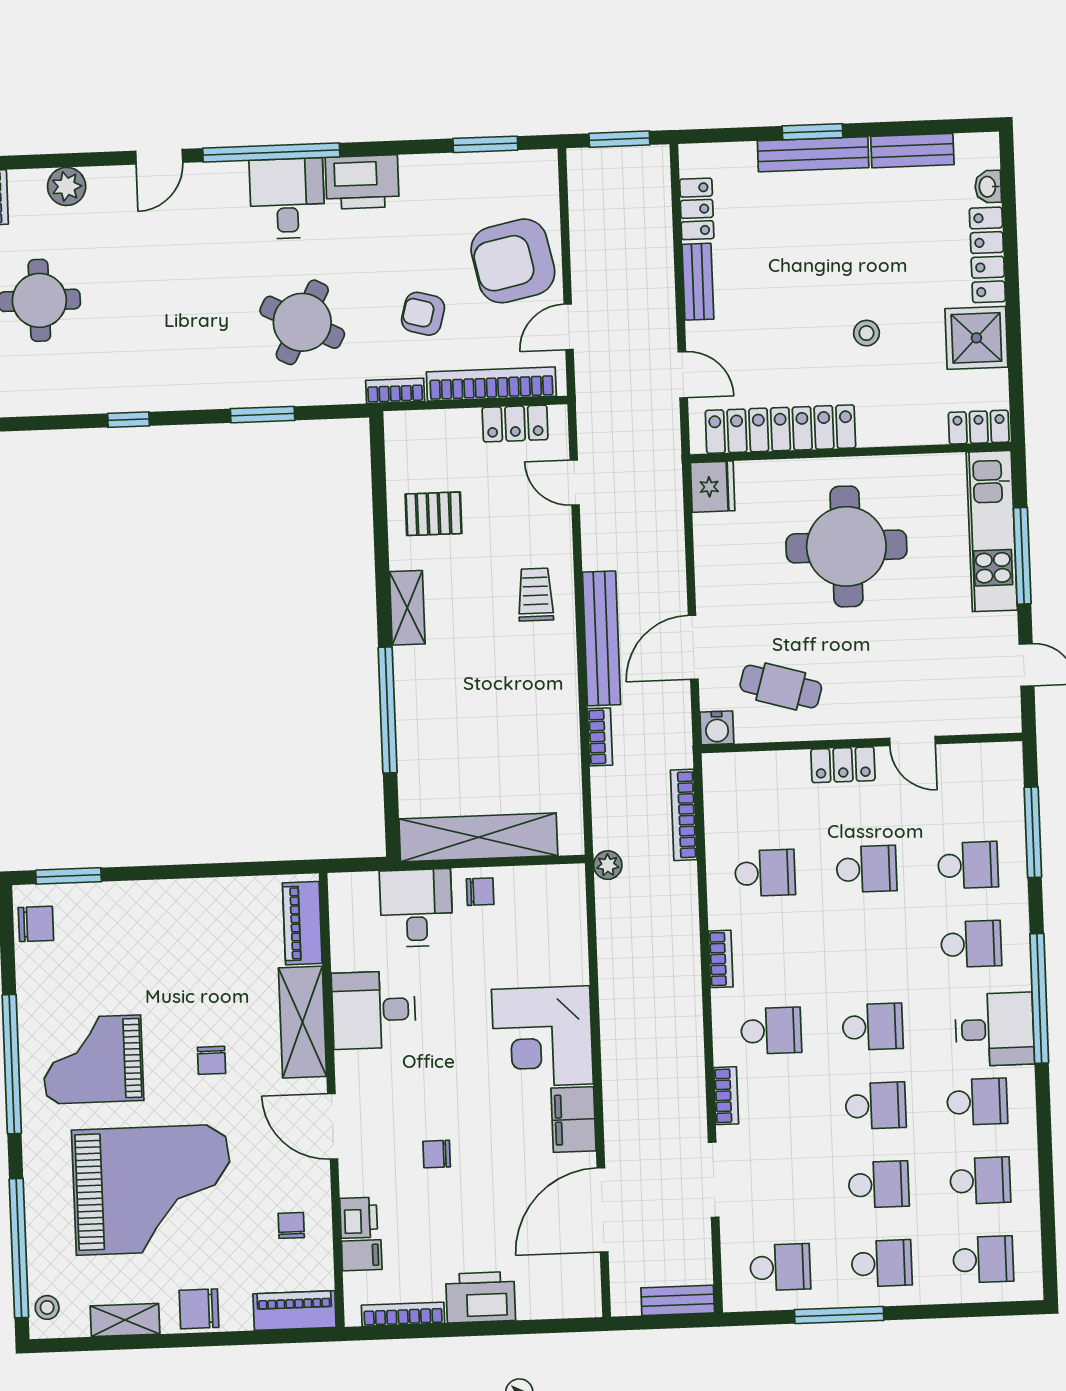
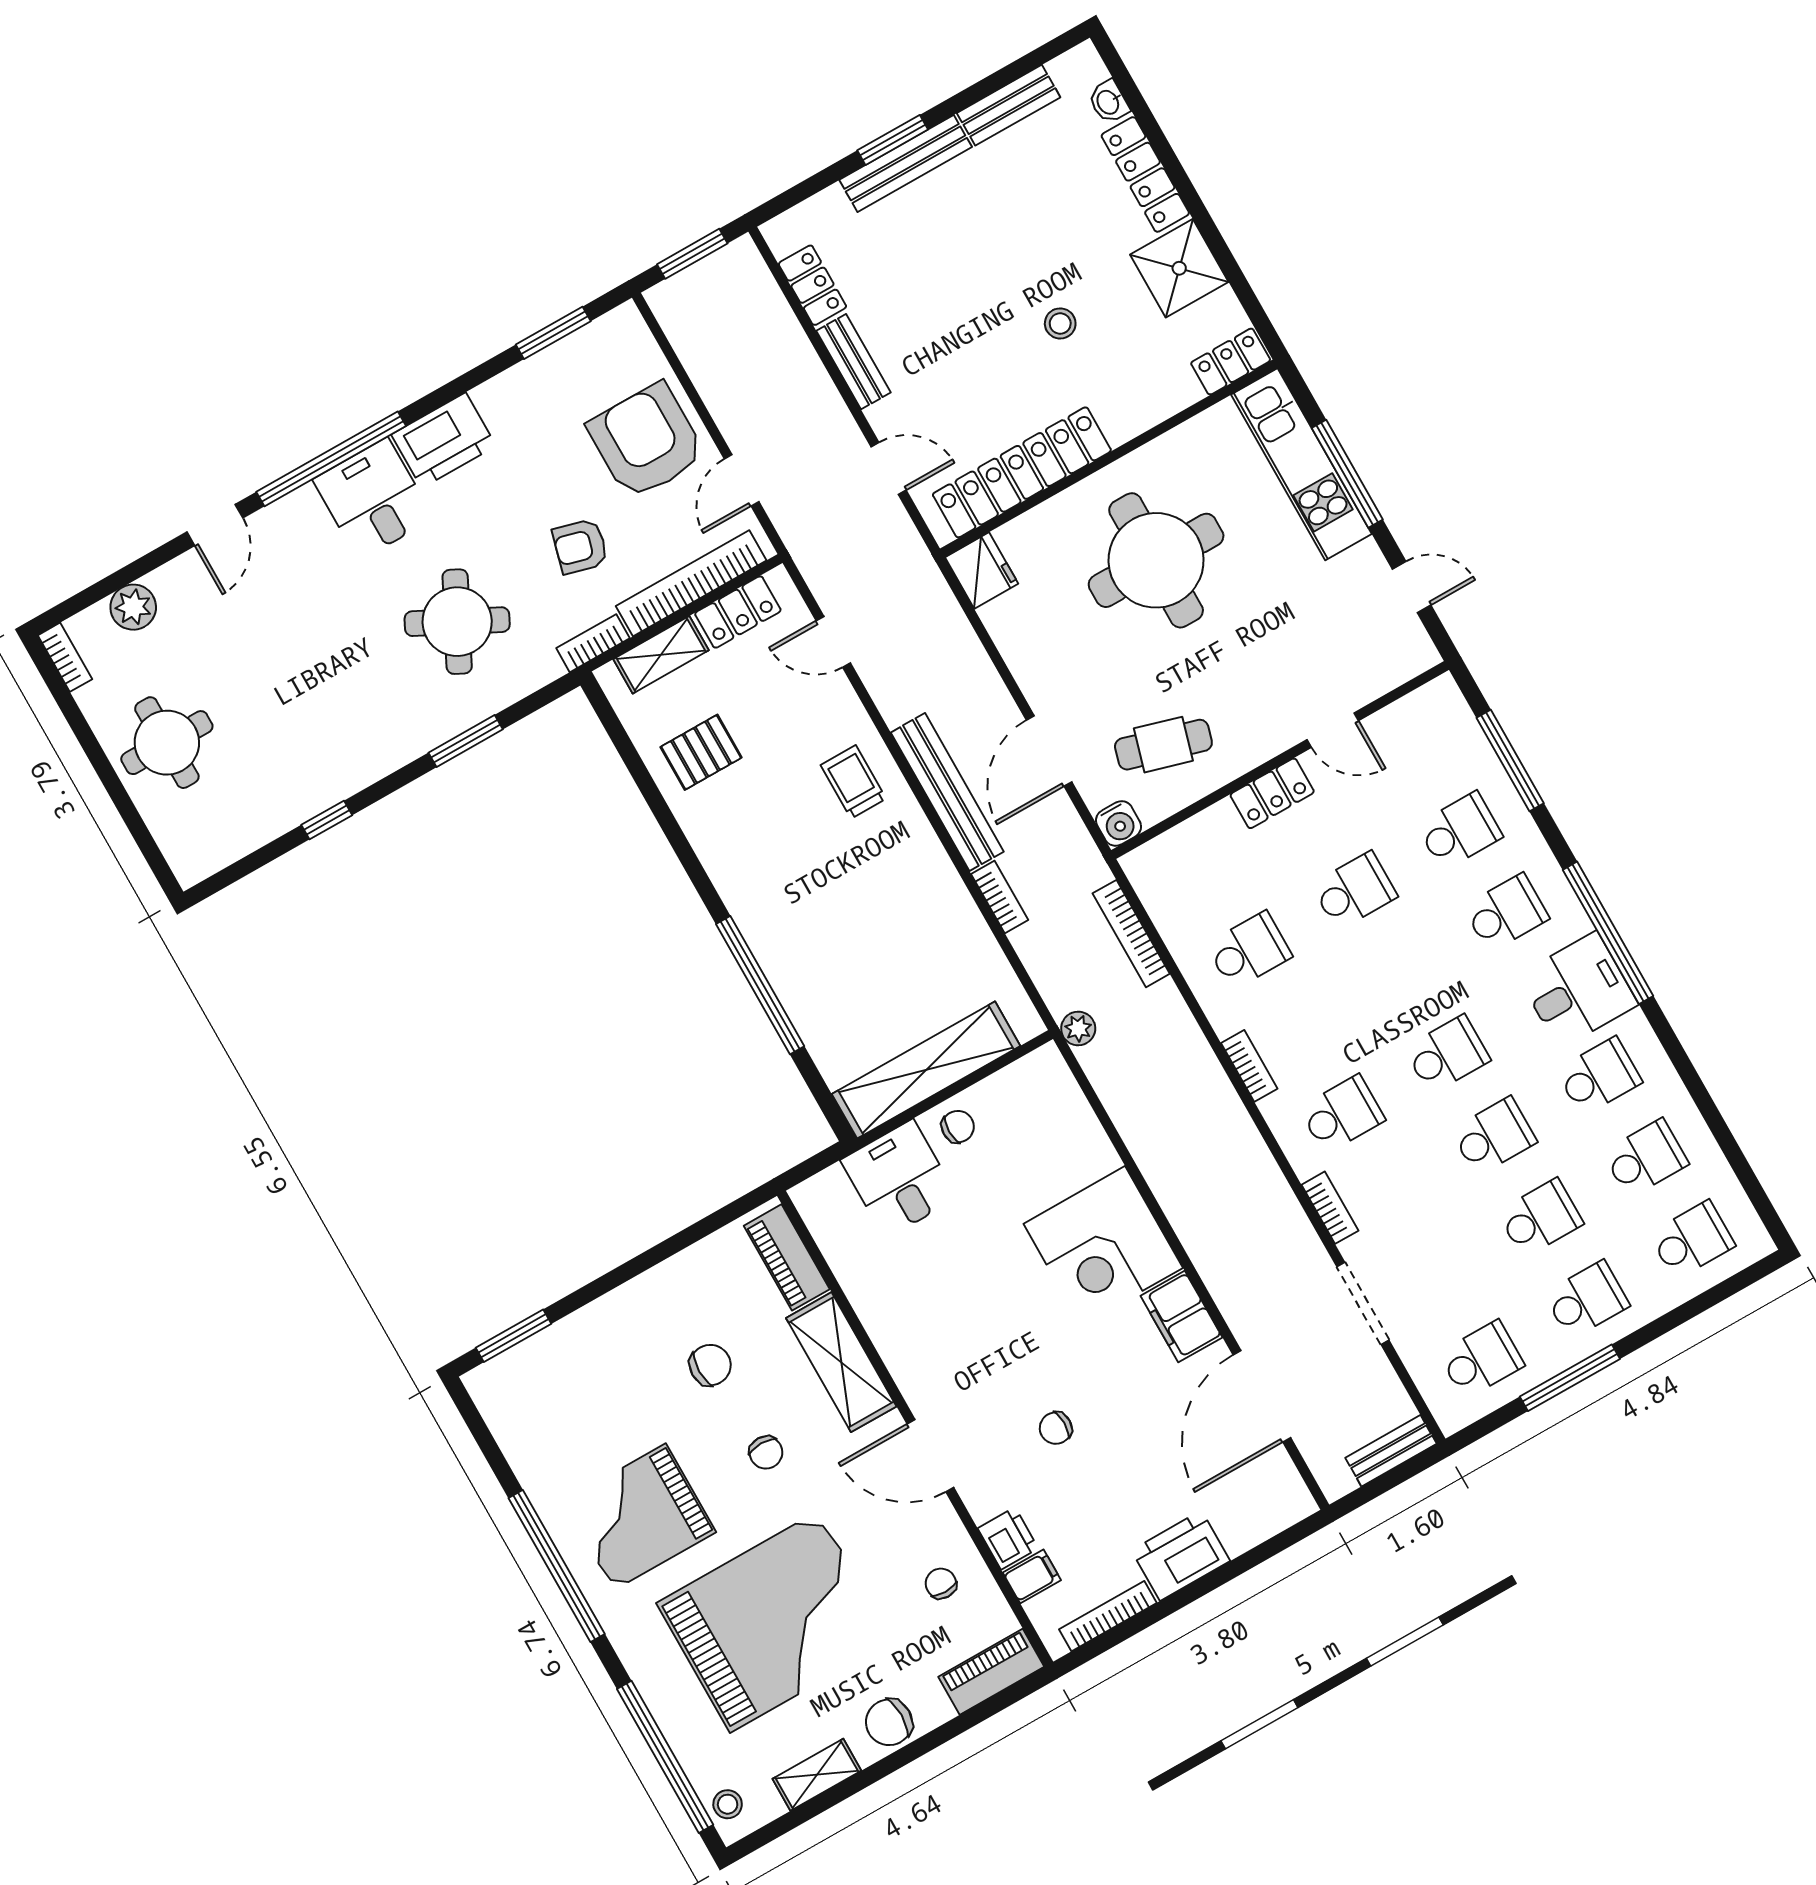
armchair: (513, 261) -> (646, 441), turned 102
shelving: (407, 608) -> (661, 655), moved, turned 90
chair: (36, 924) -> (710, 1365), moved
desk: (374, 1010) -> (910, 1310), removed

